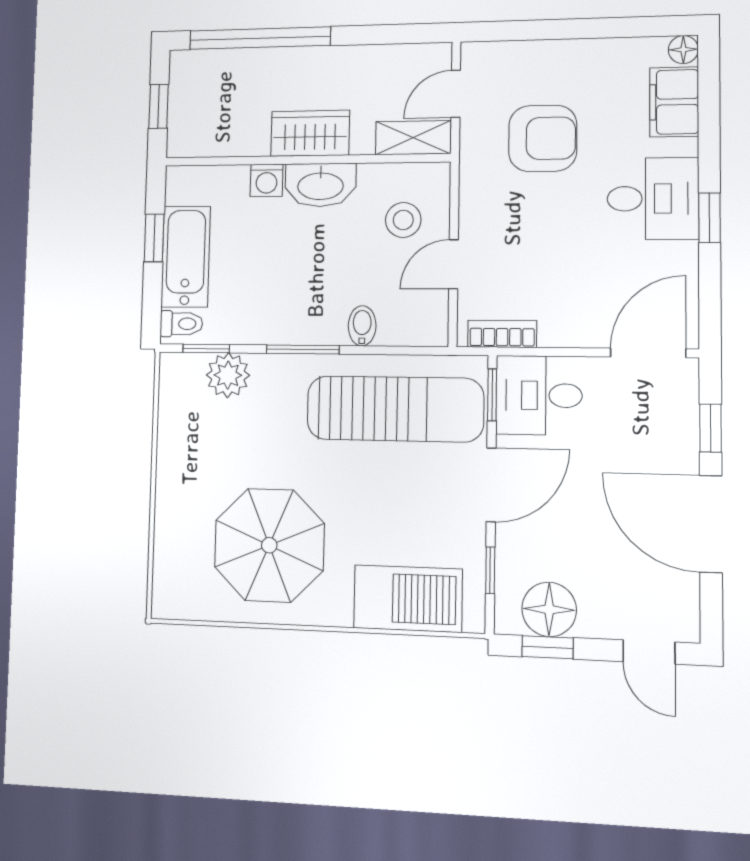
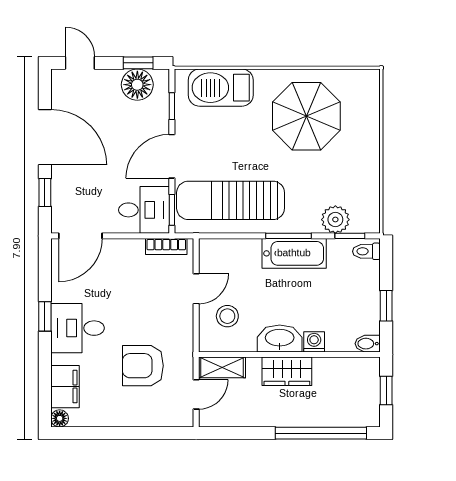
bathtub: (186, 257) -> (294, 253), moved, turned -90
bidet: (362, 326) -> (368, 344), moved, turned 90

